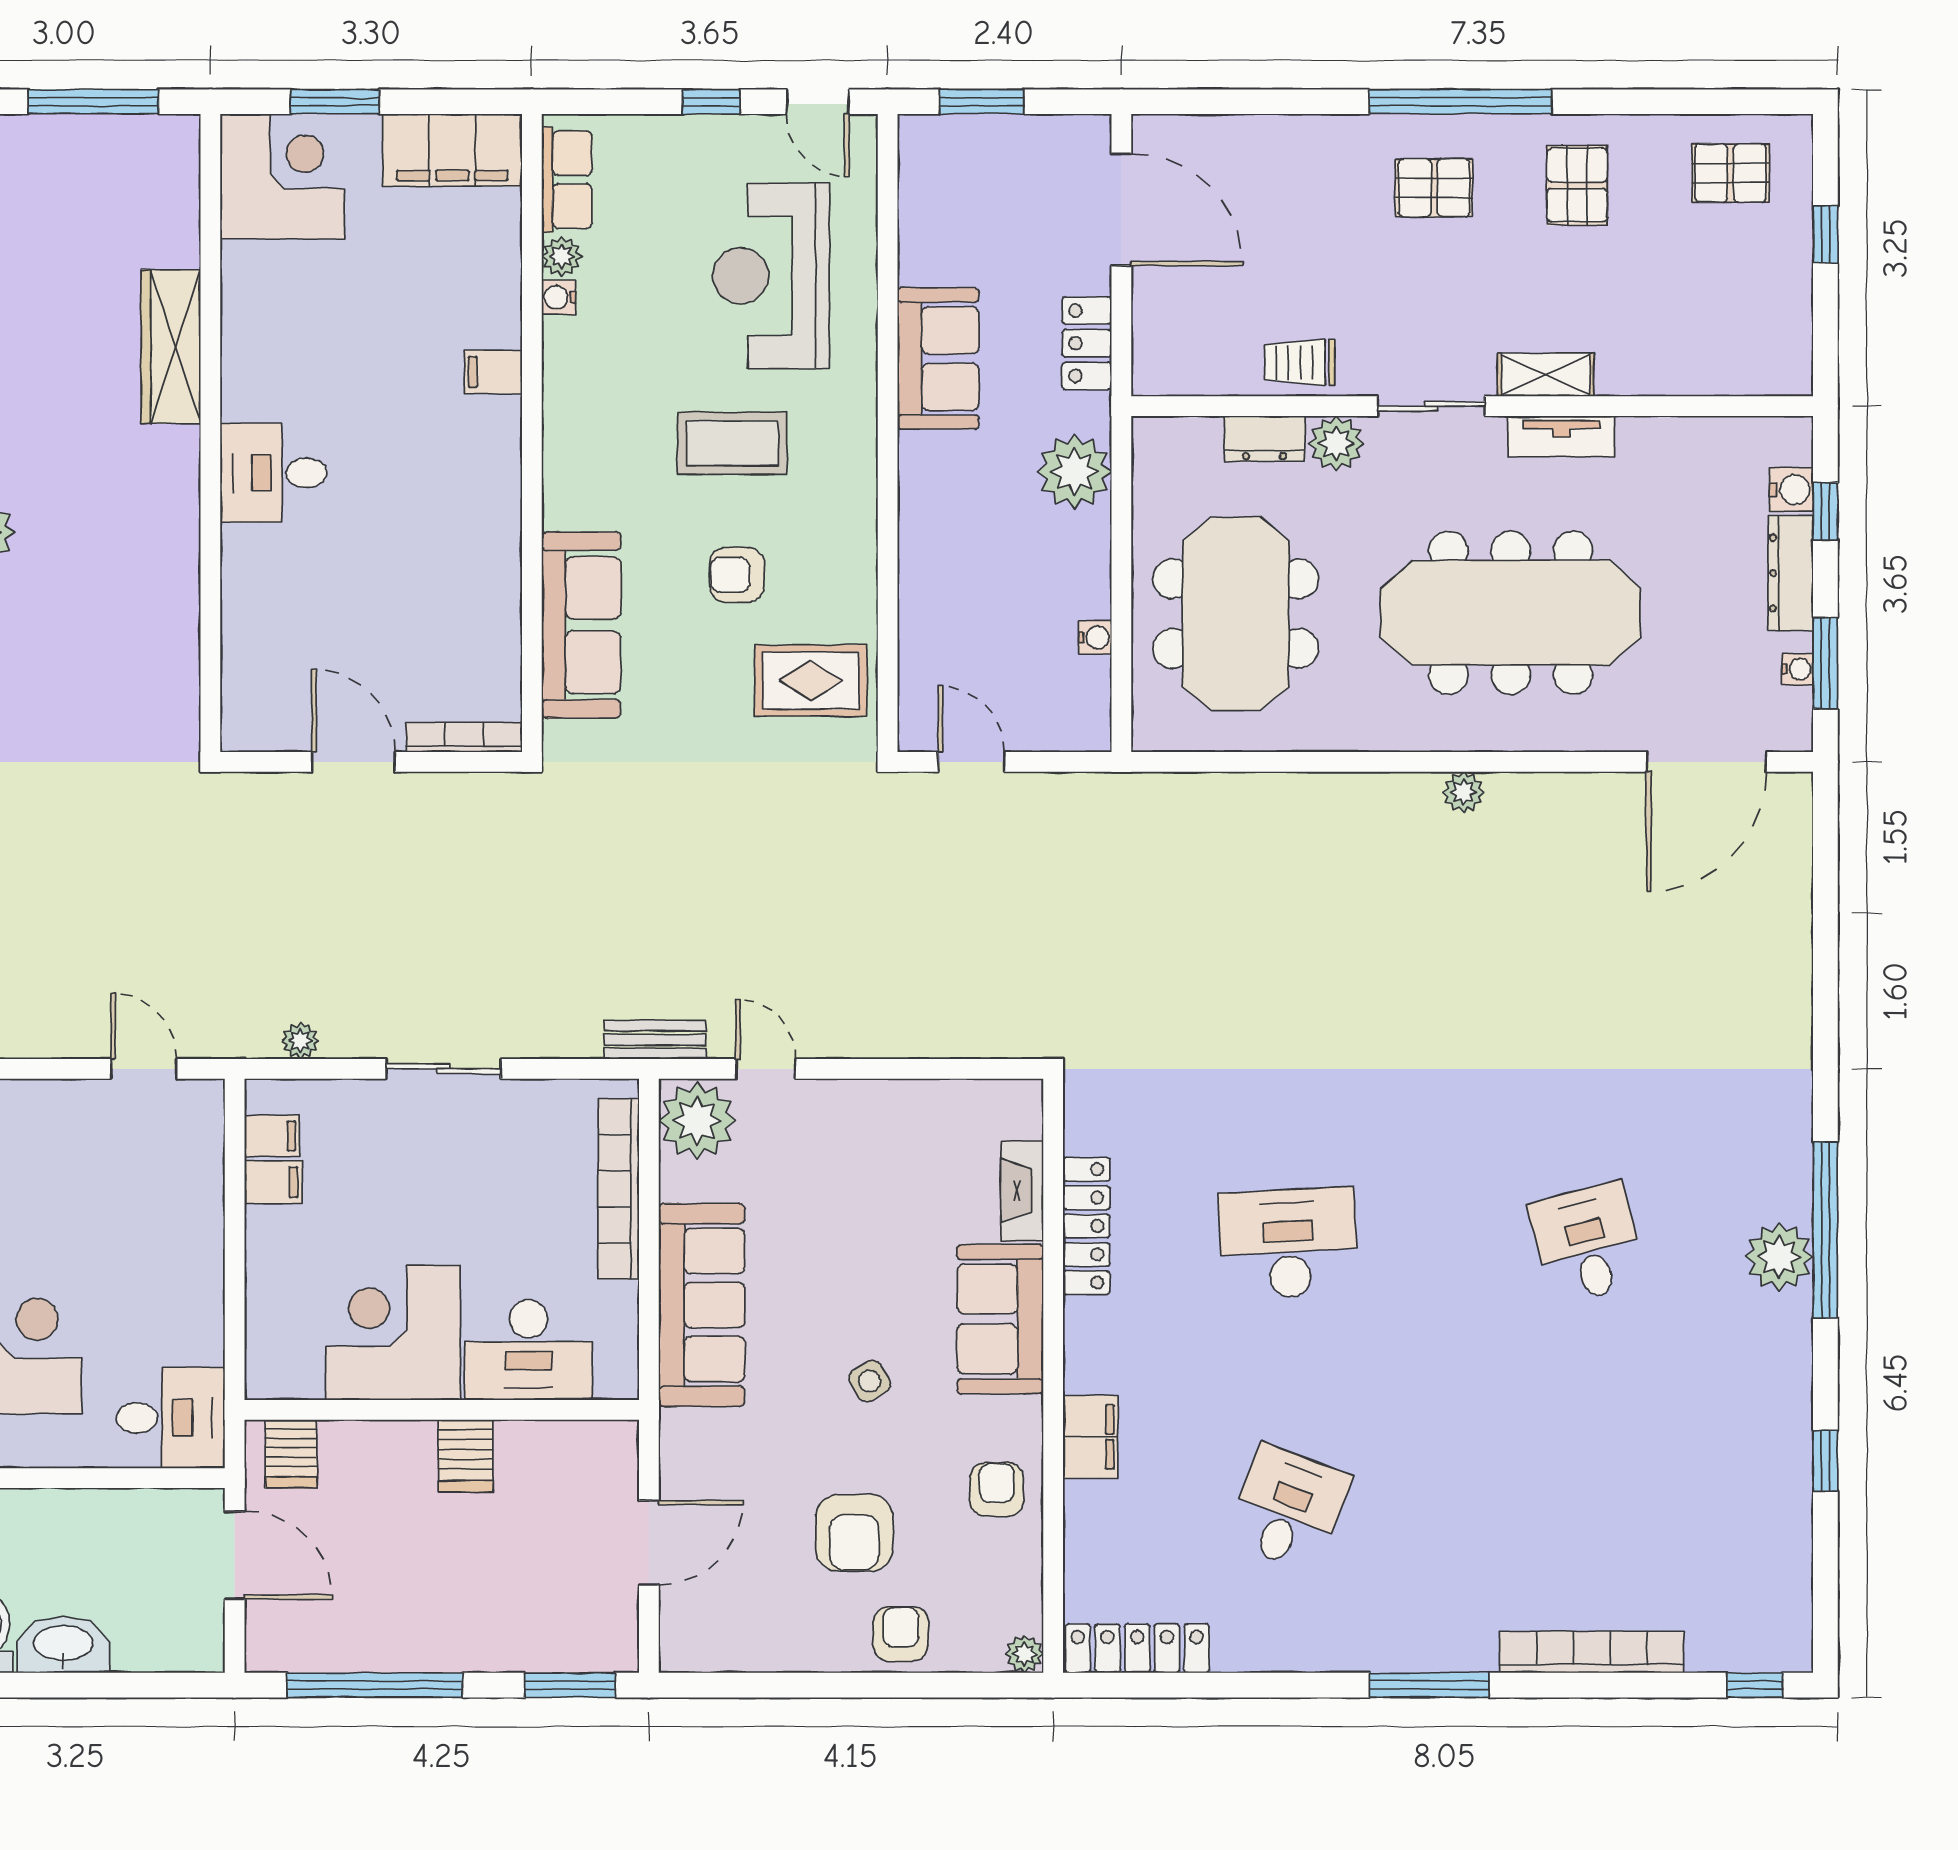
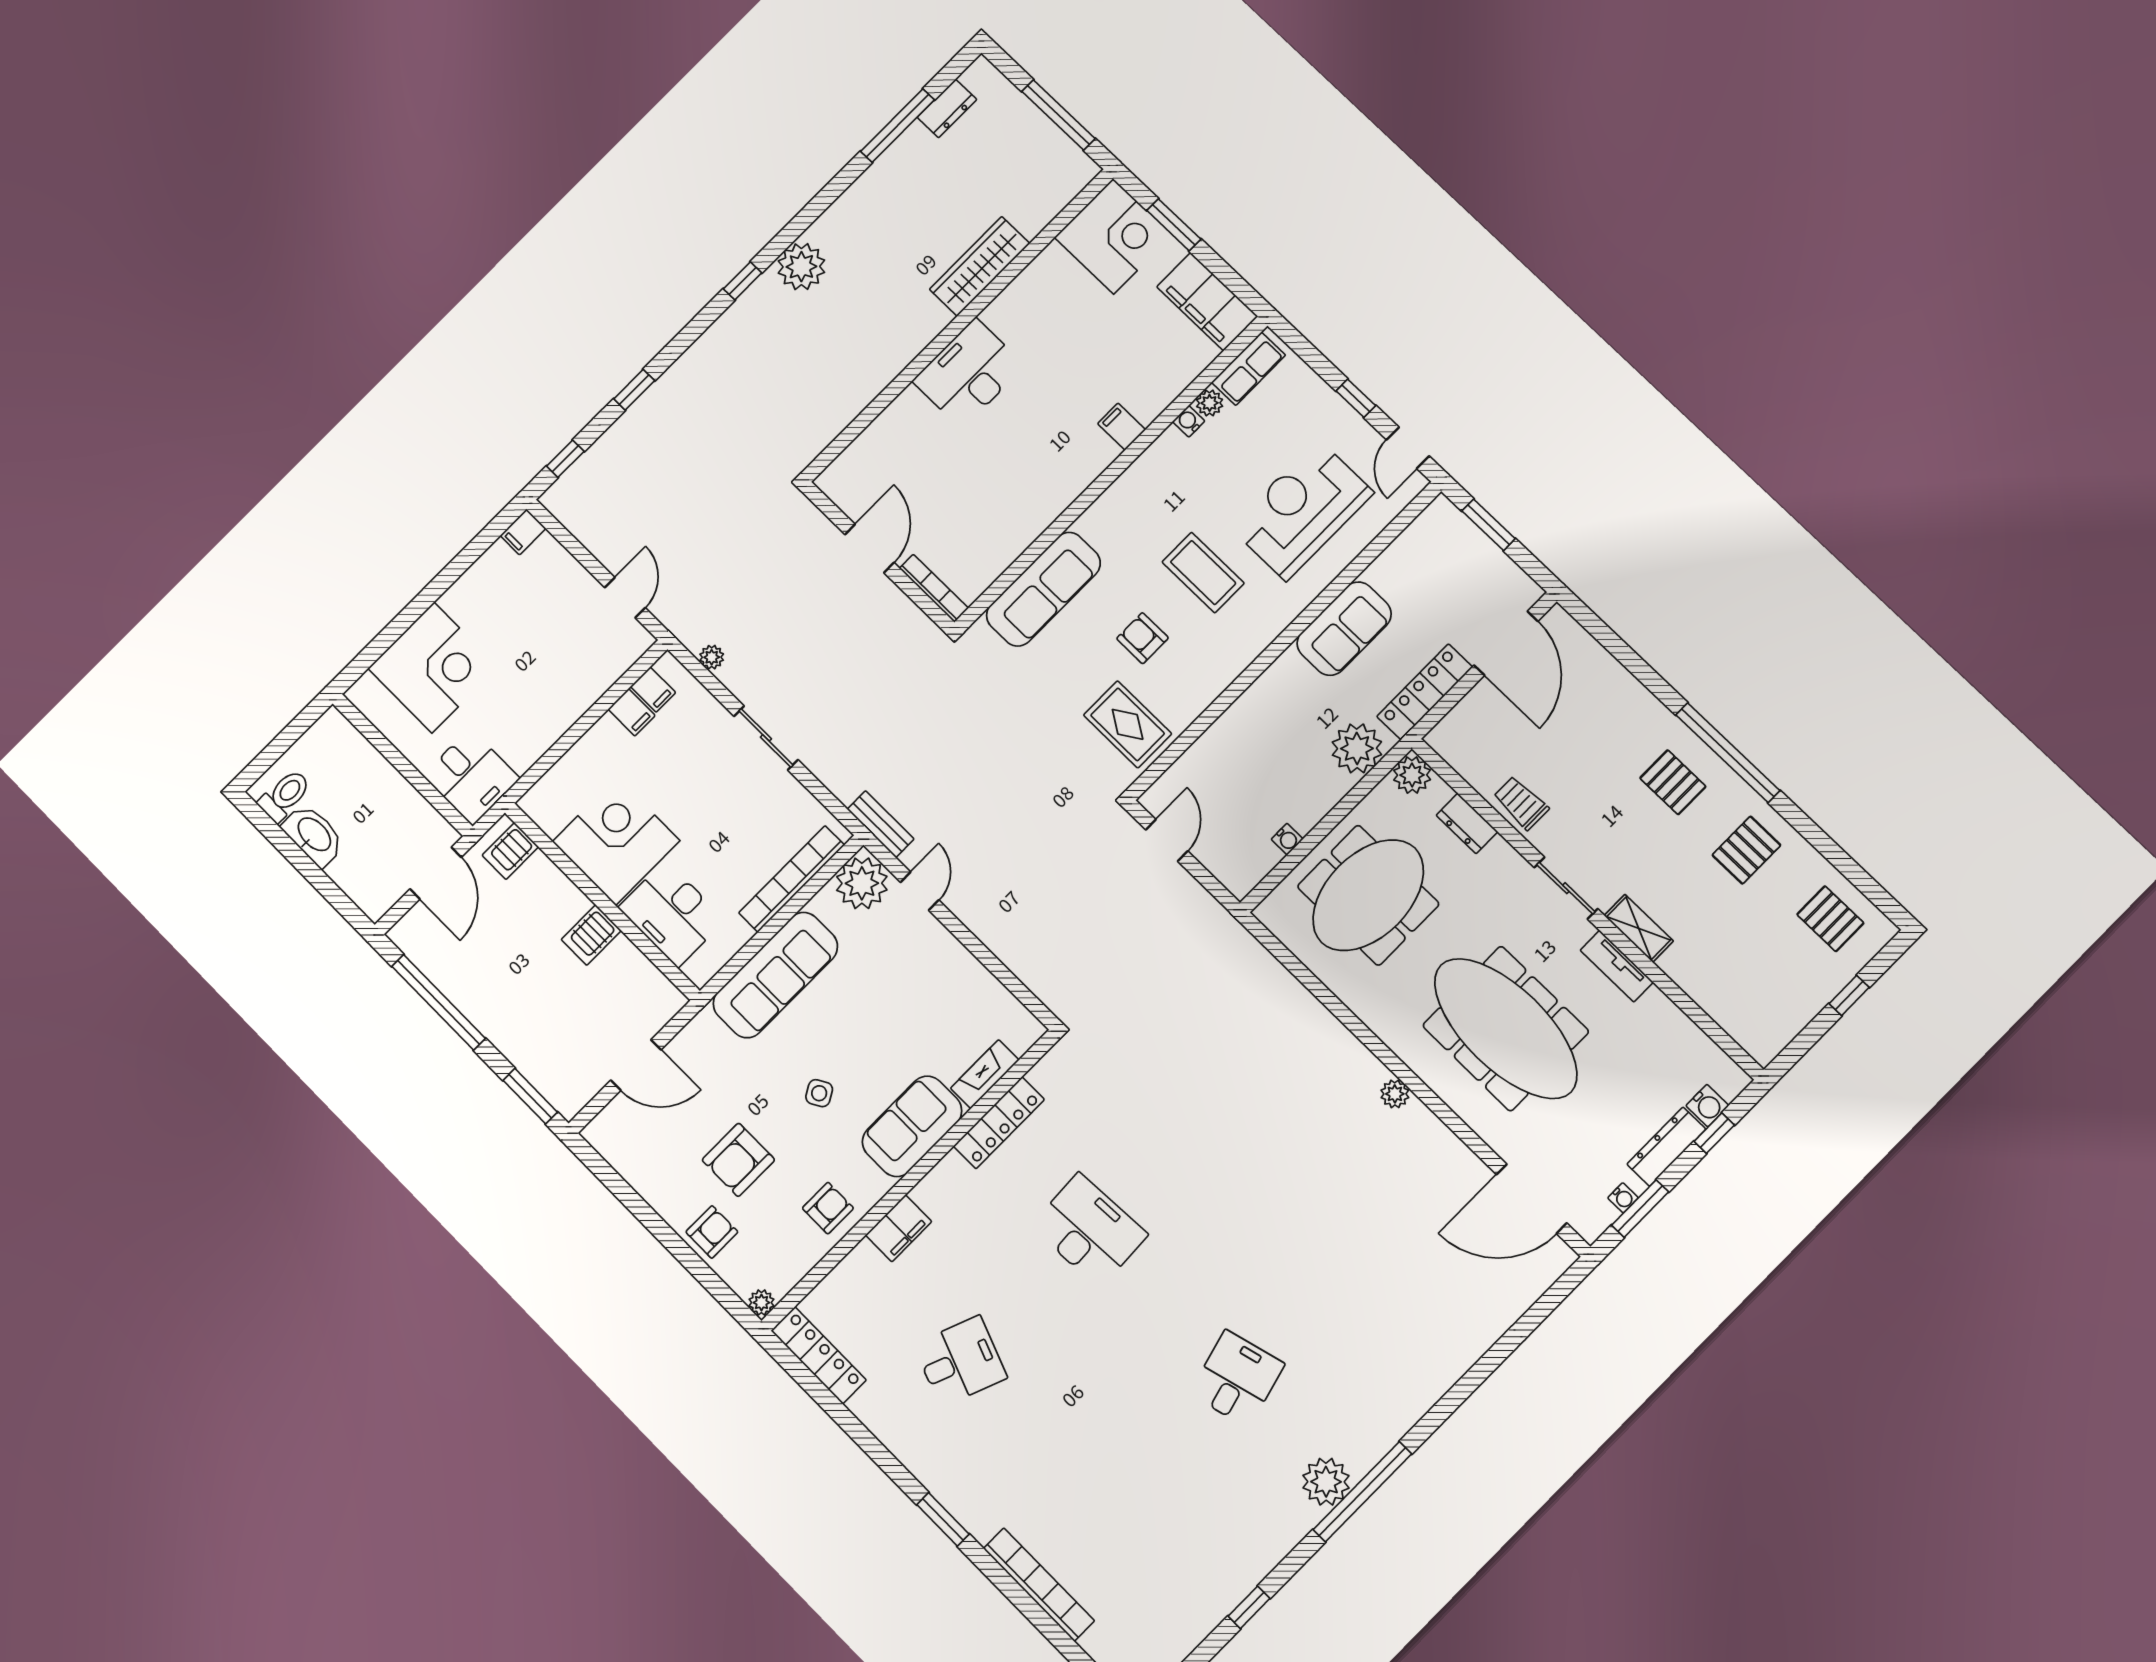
locker: (1087, 343) -> (1425, 692), width x1.53
plant: (1336, 444) -> (1412, 775), moved
desk: (273, 473) -> (969, 373), width x1.37
window: (1430, 1685) -> (943, 1519), width x0.69

